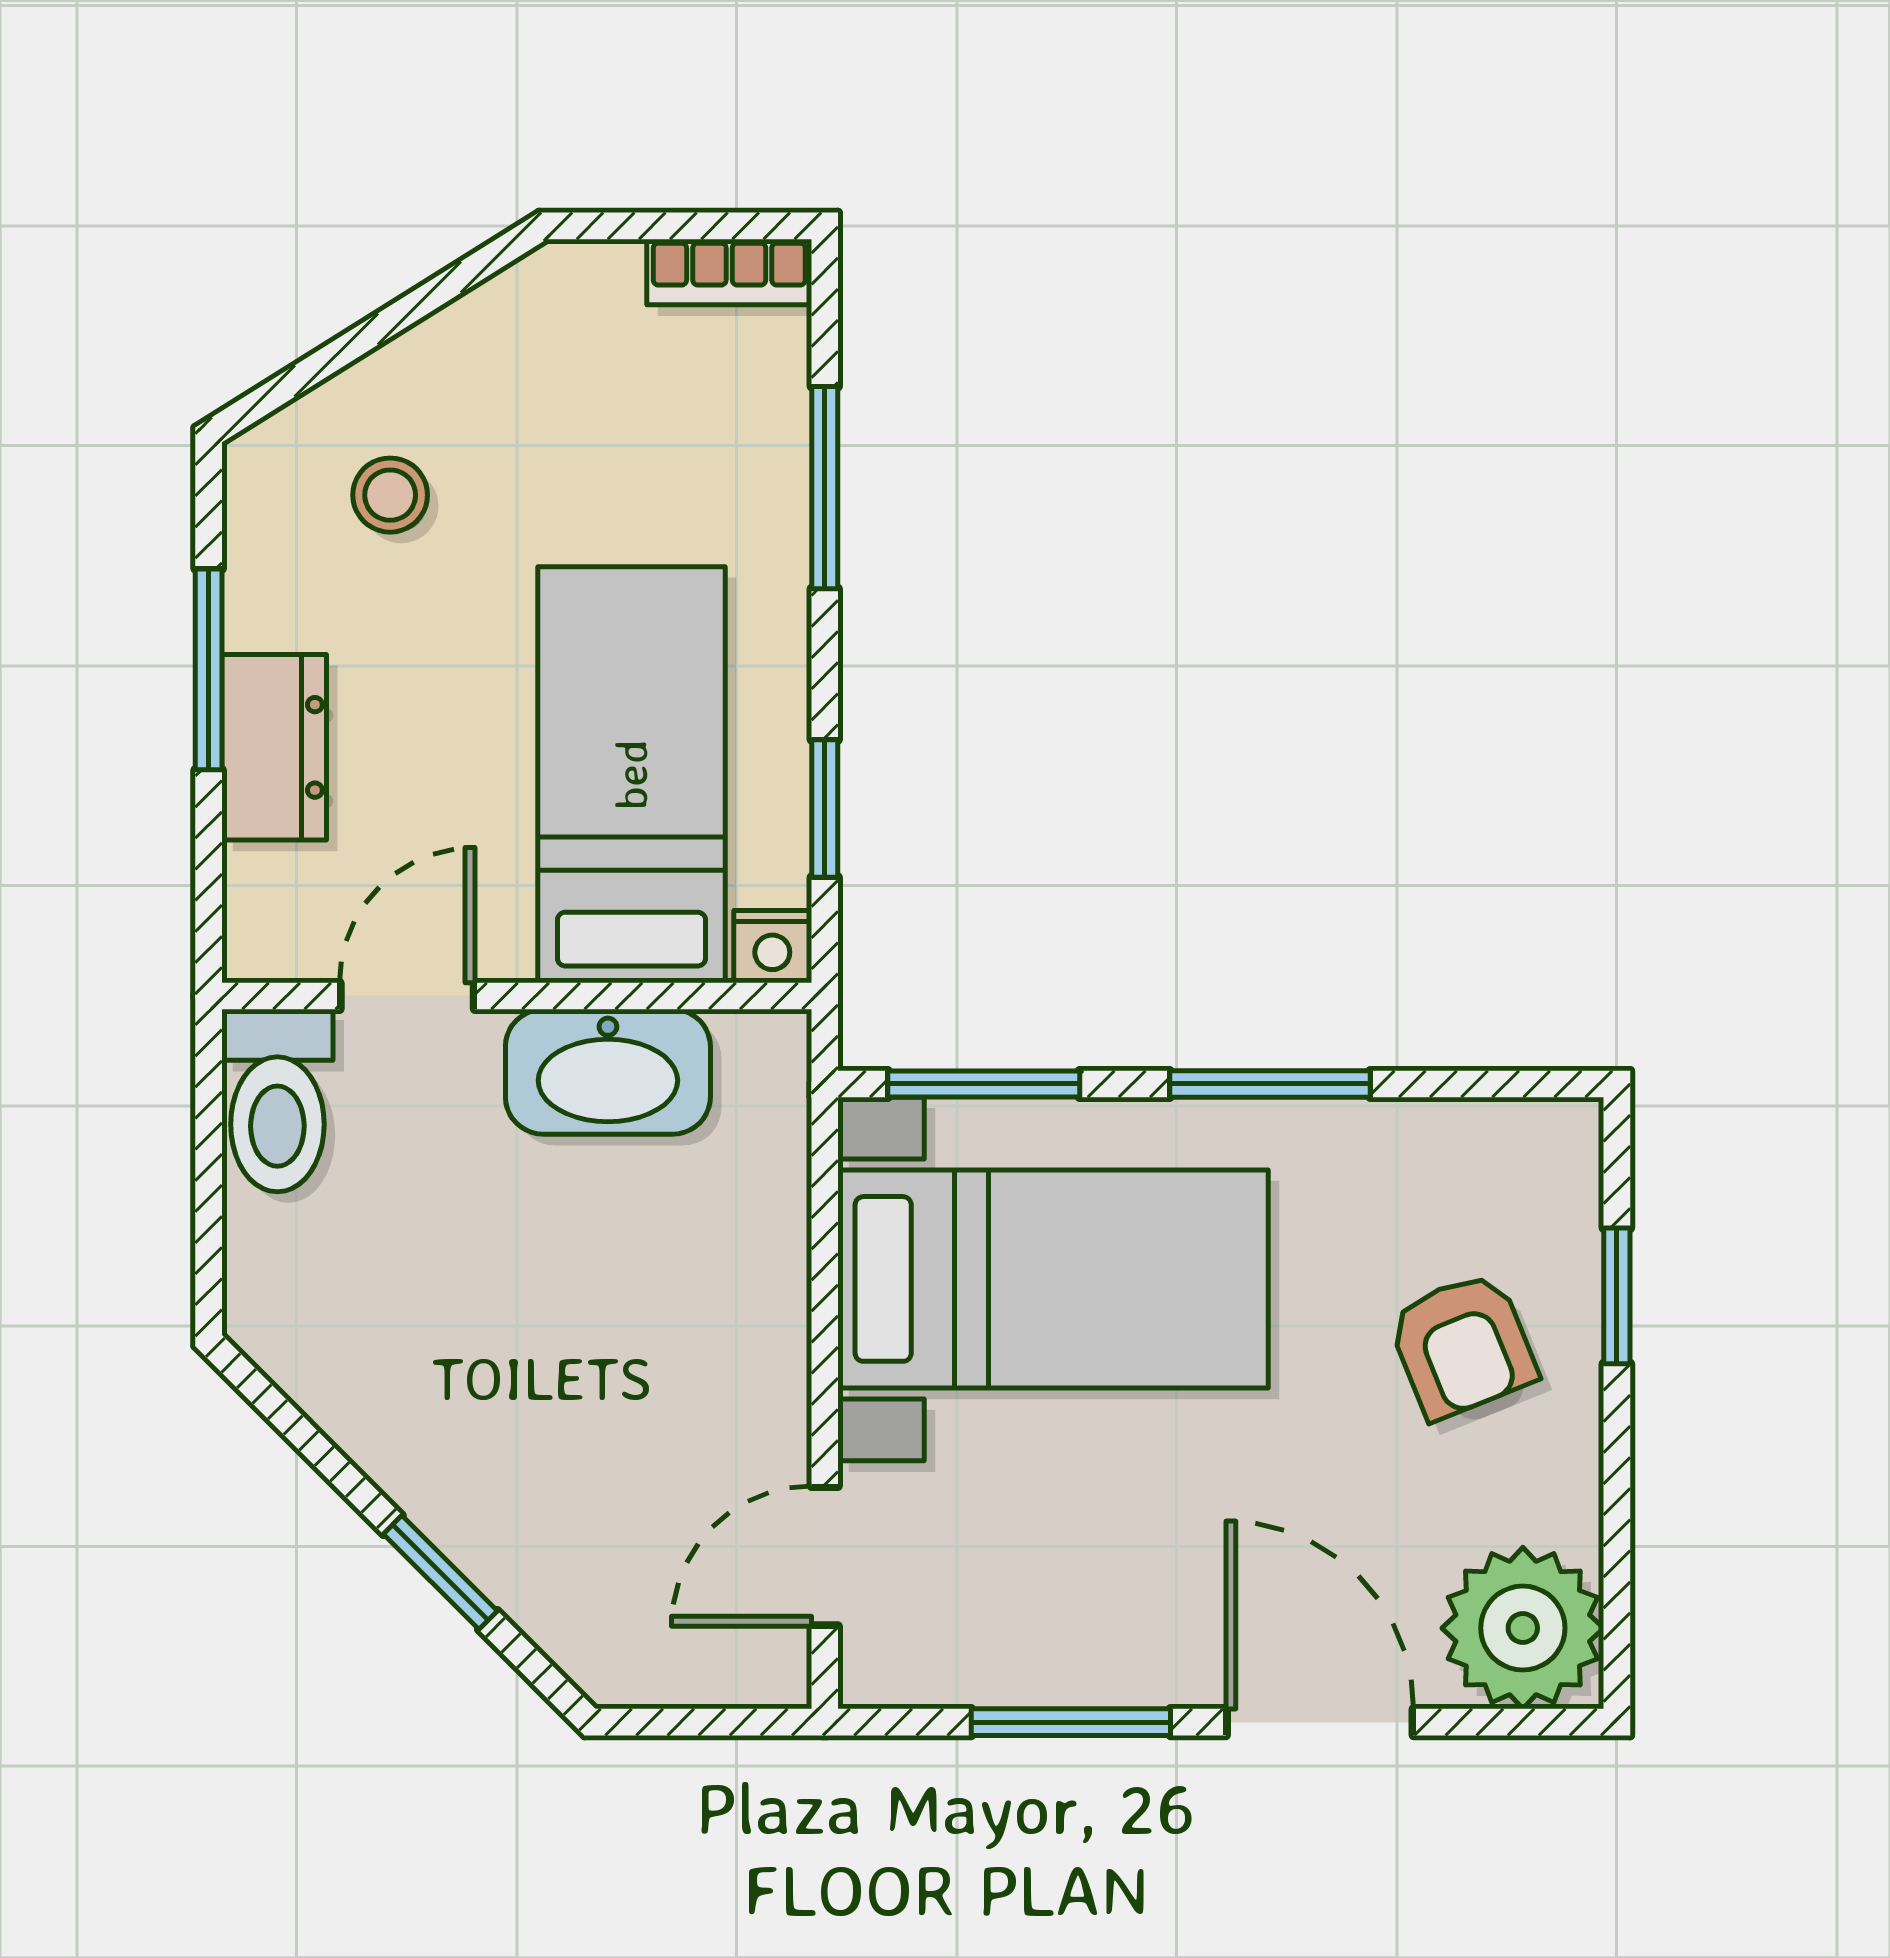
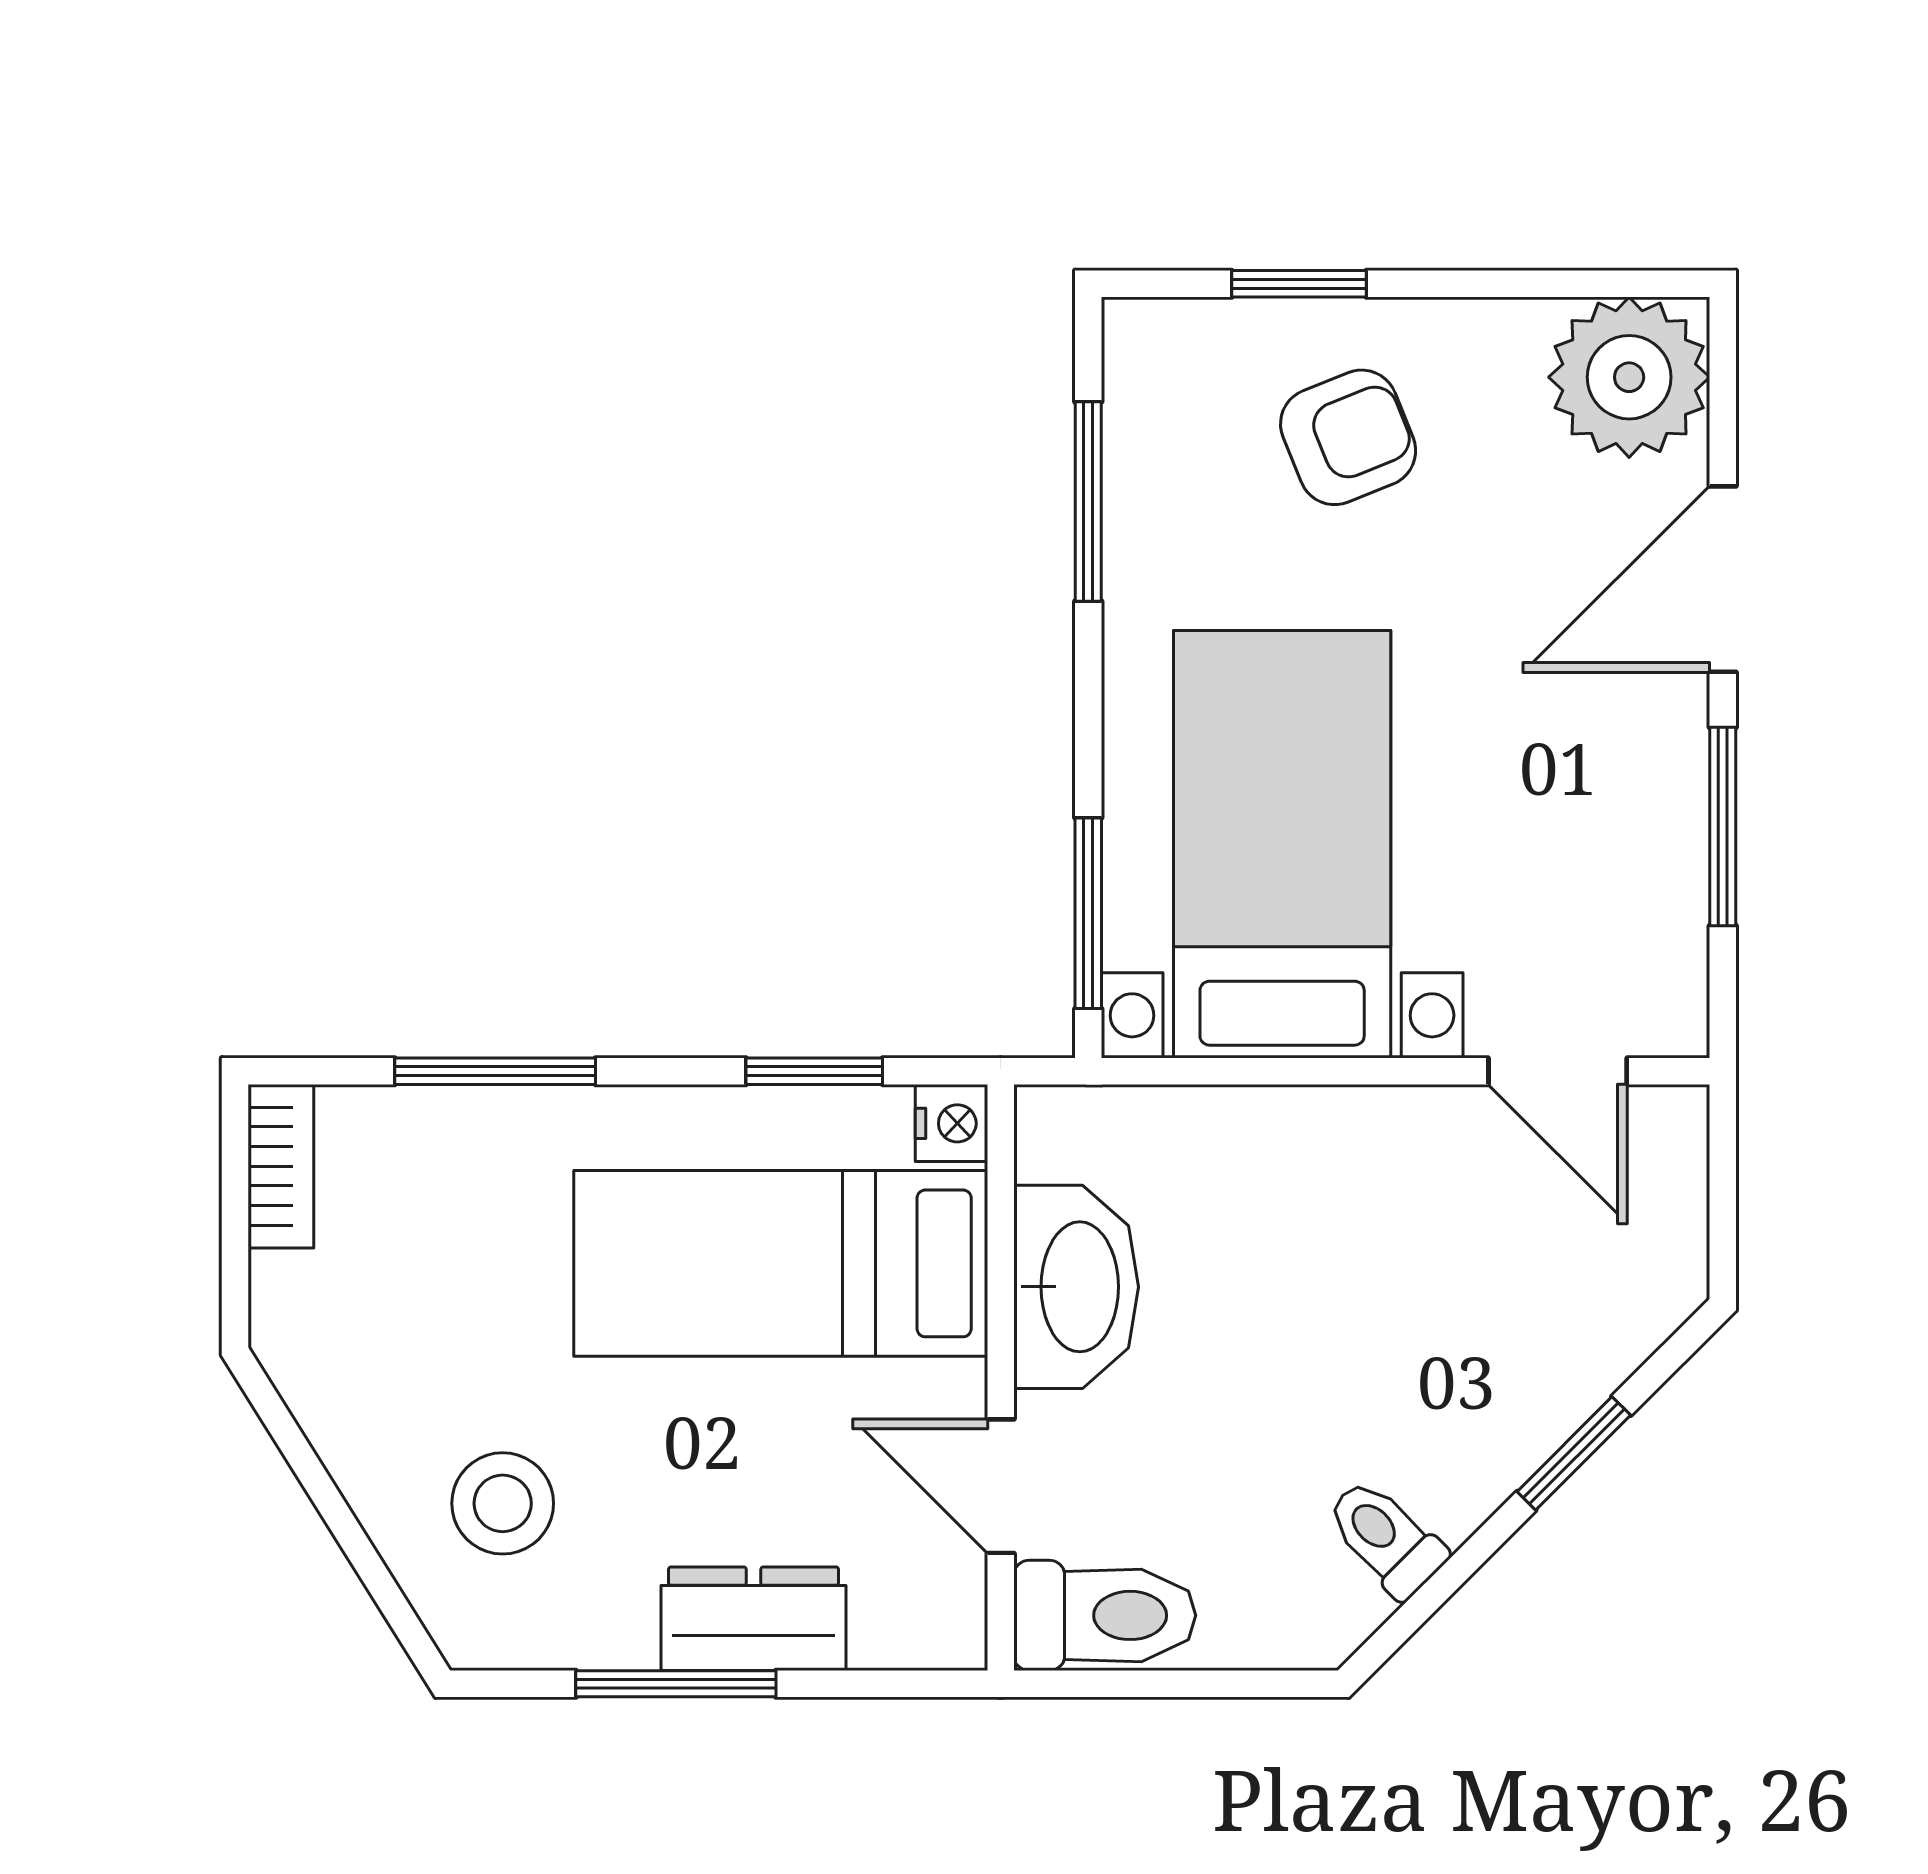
stool: (390, 495) -> (503, 1503), width x1.37, depth x1.37
window: (1270, 1084) -> (1088, 502), moved
toilet: (355, 1383) -> (1386, 1538), added

